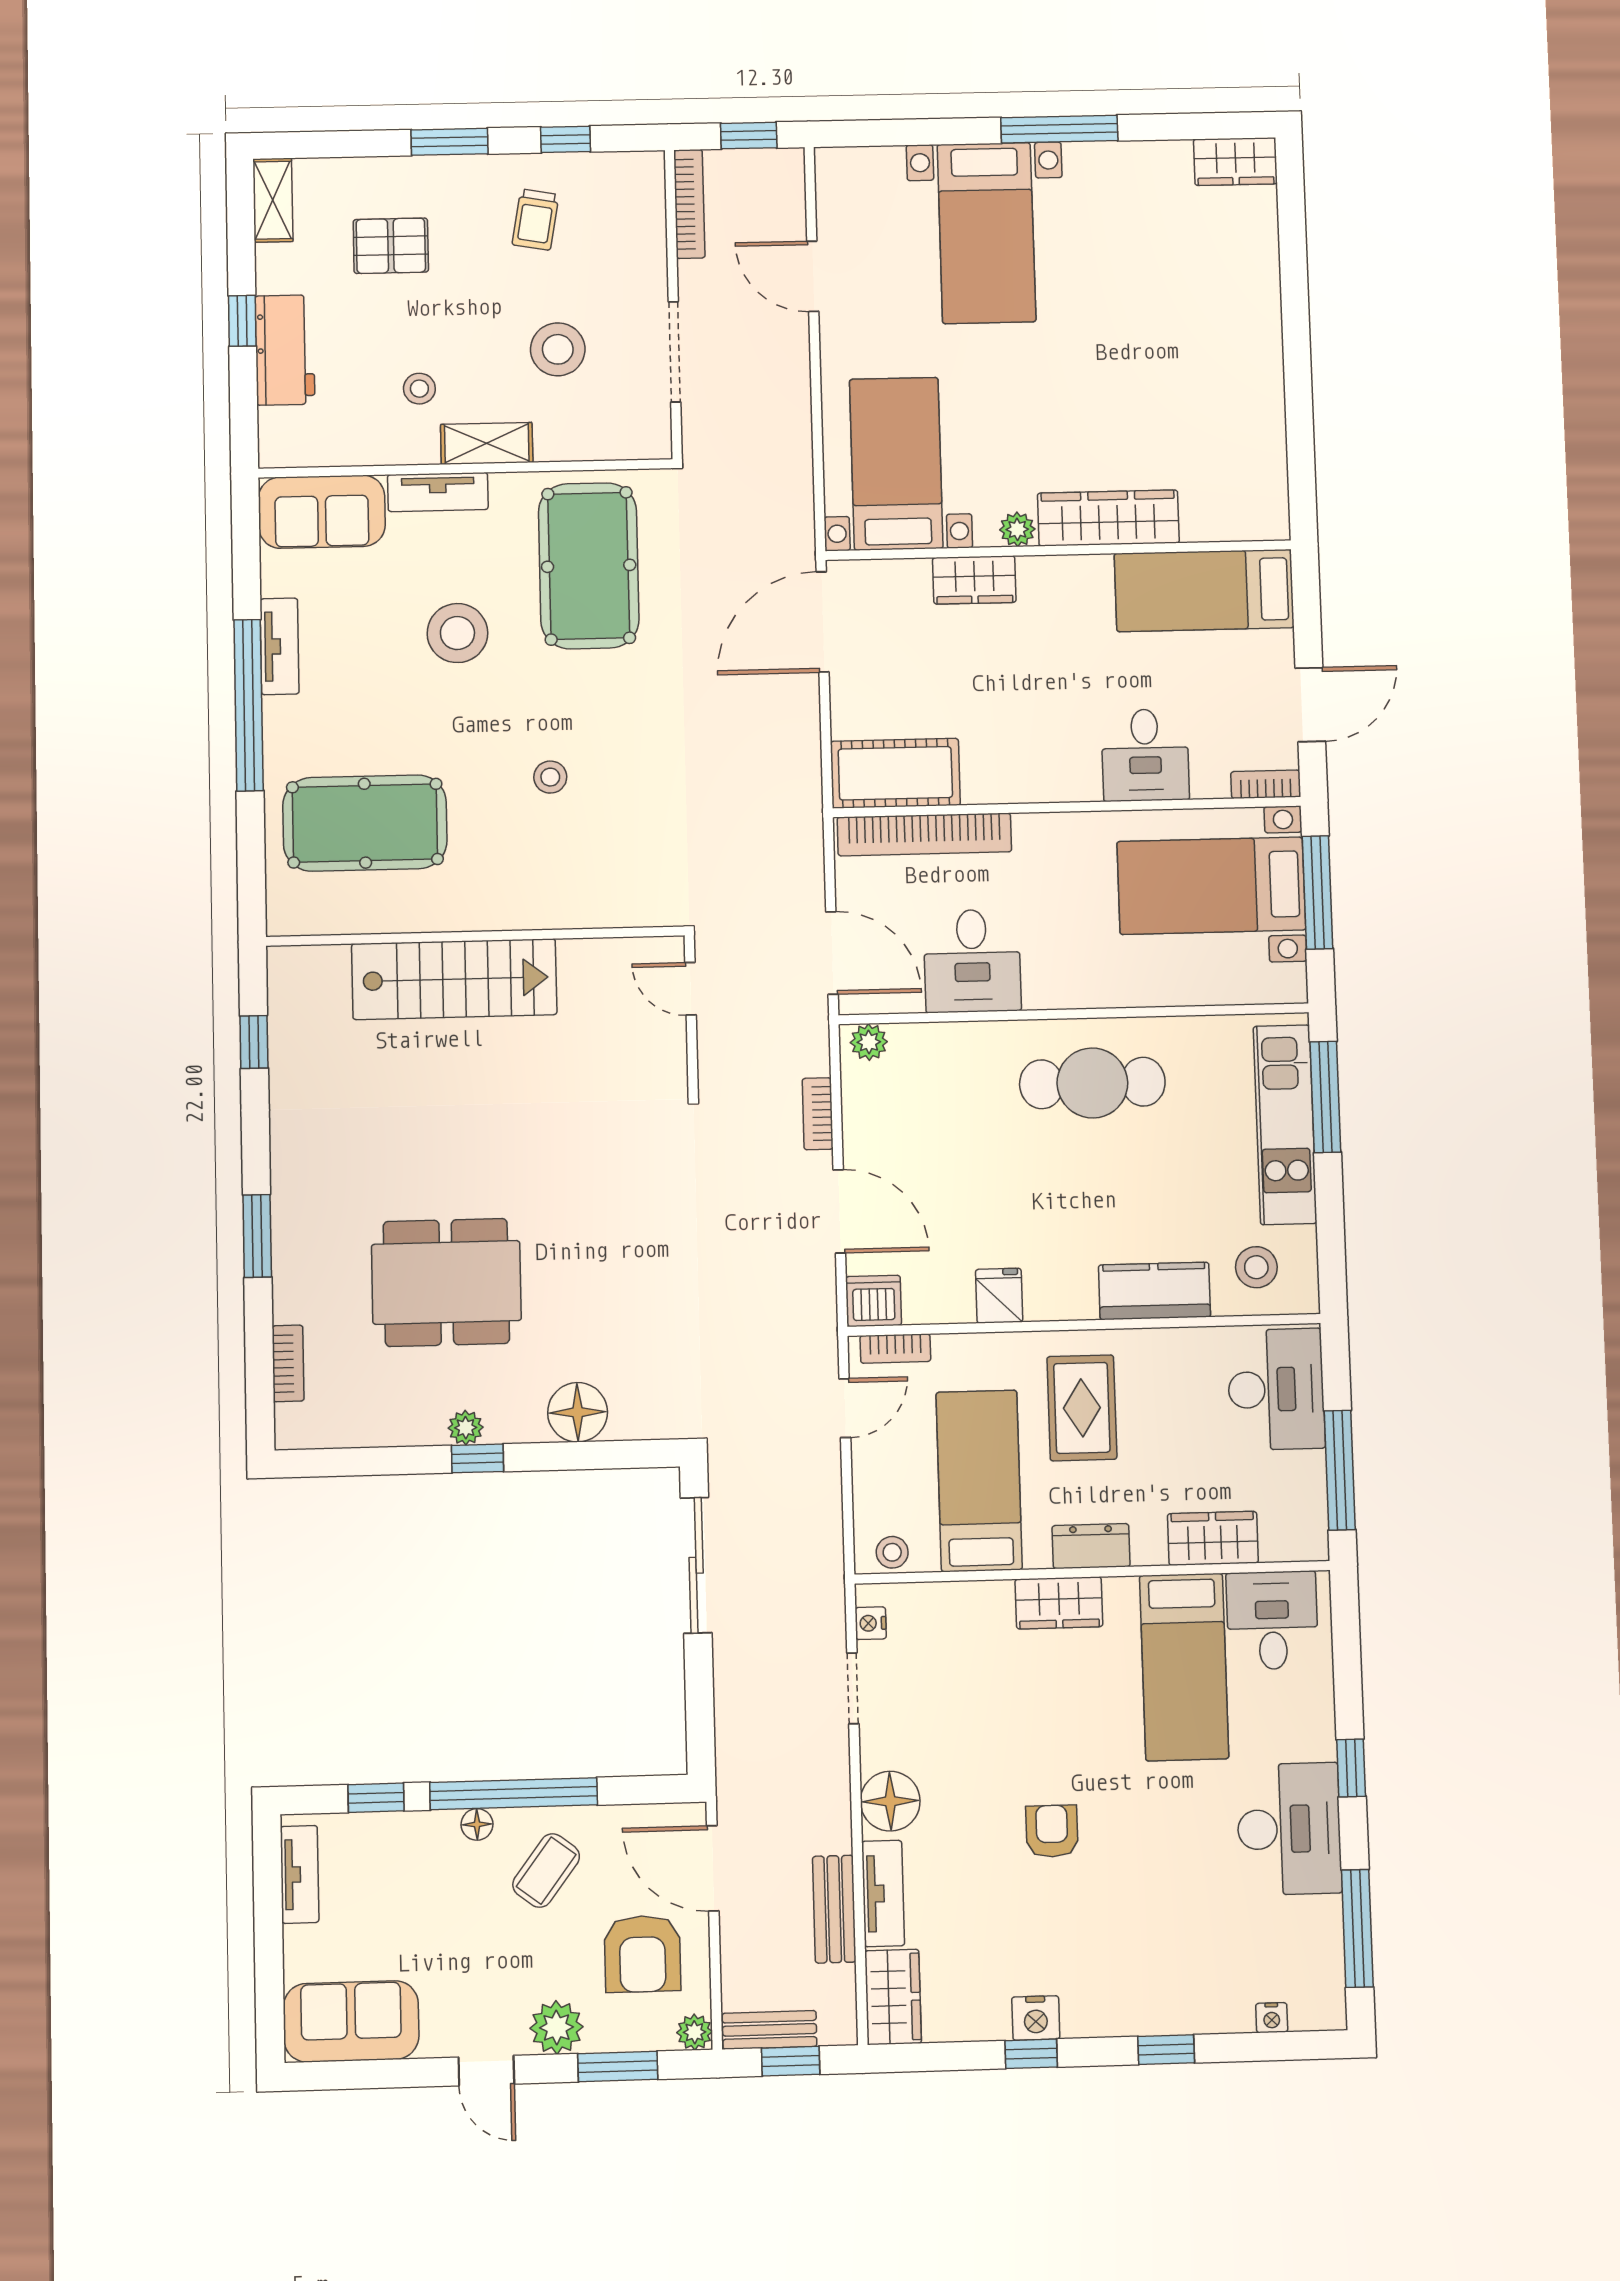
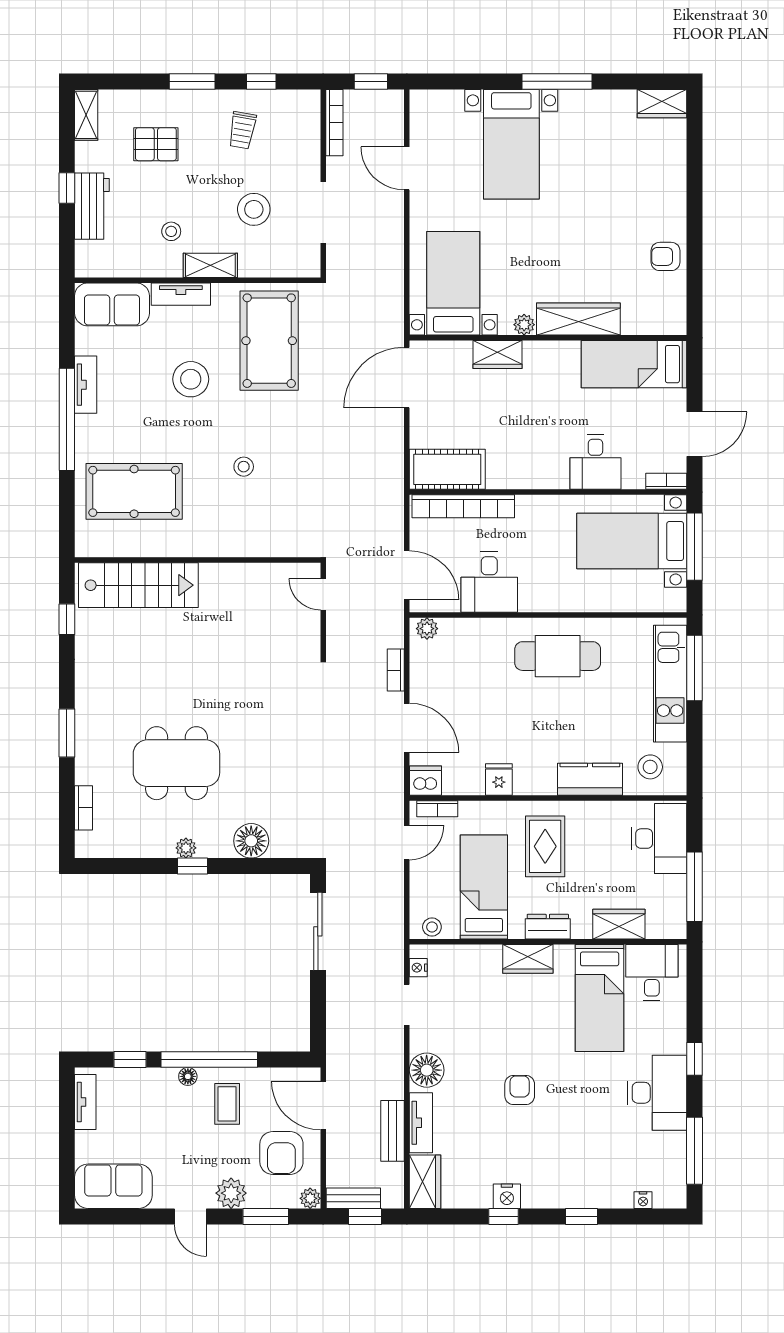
armchair: (1251, 411) -> (666, 256), added
stairs: (454, 979) -> (138, 585), moved
coffee table: (546, 1870) -> (227, 1104), turned -37

